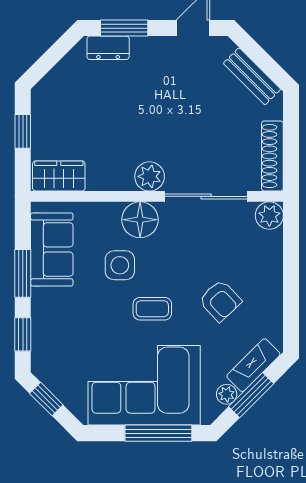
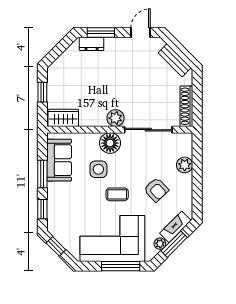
plant: (269, 216) -> (185, 165), moved

